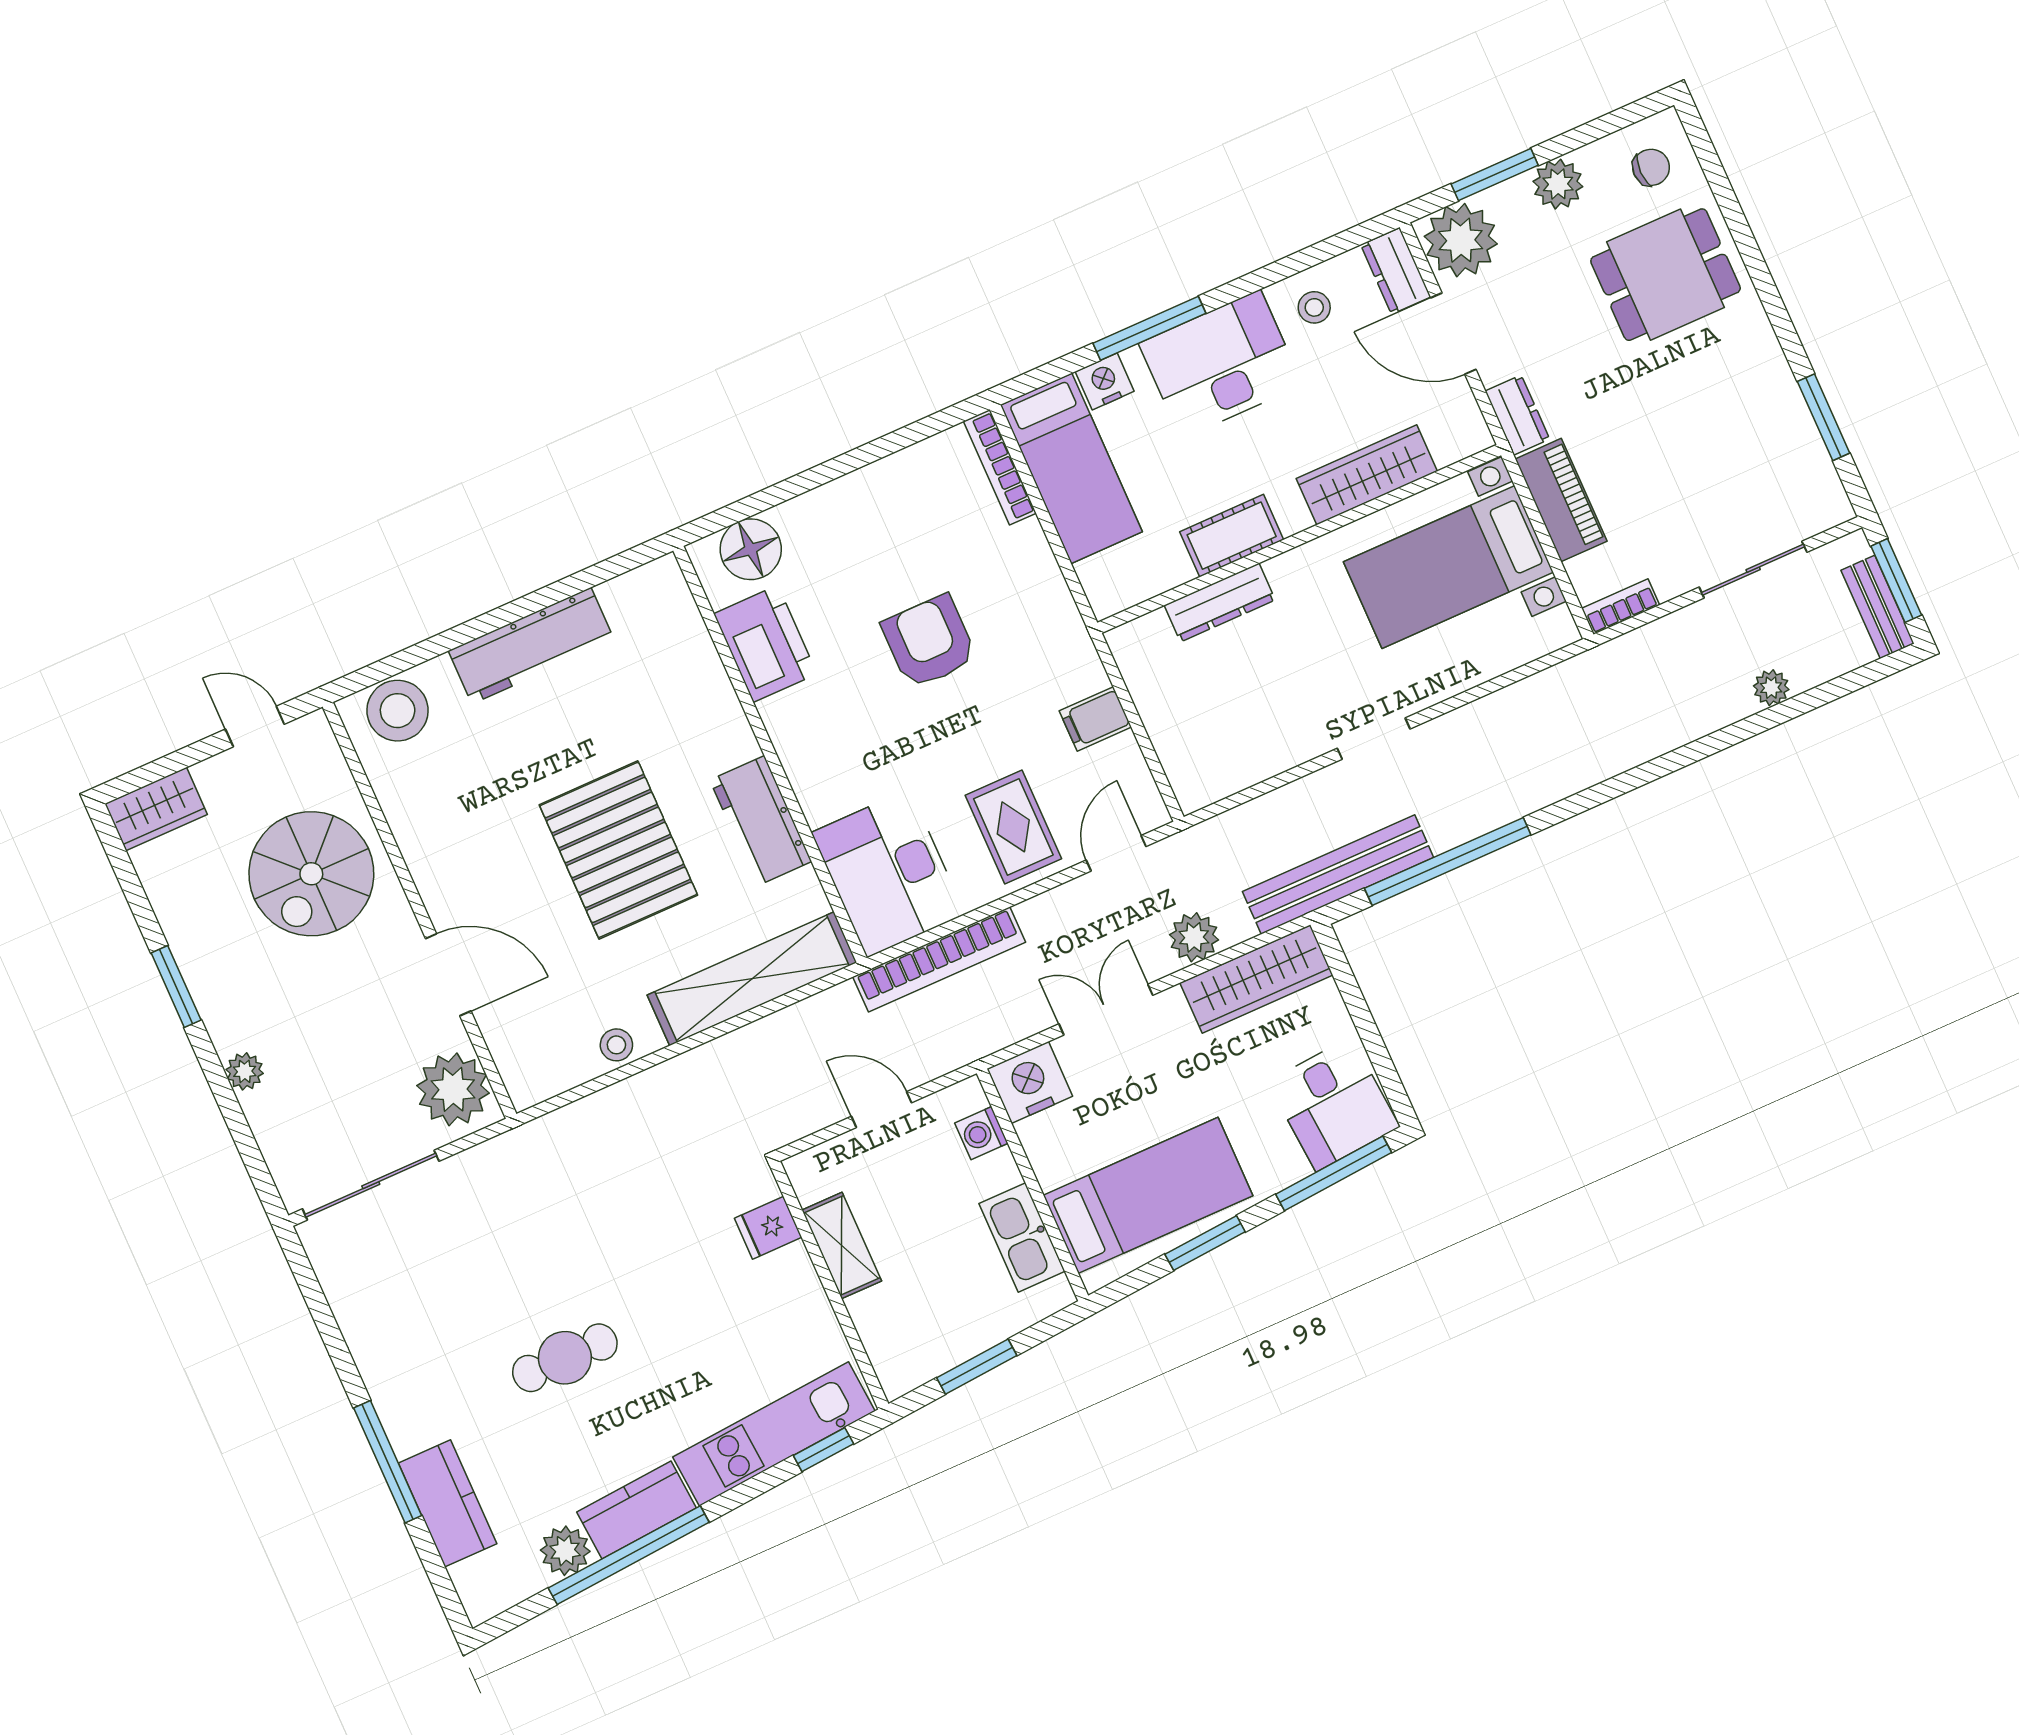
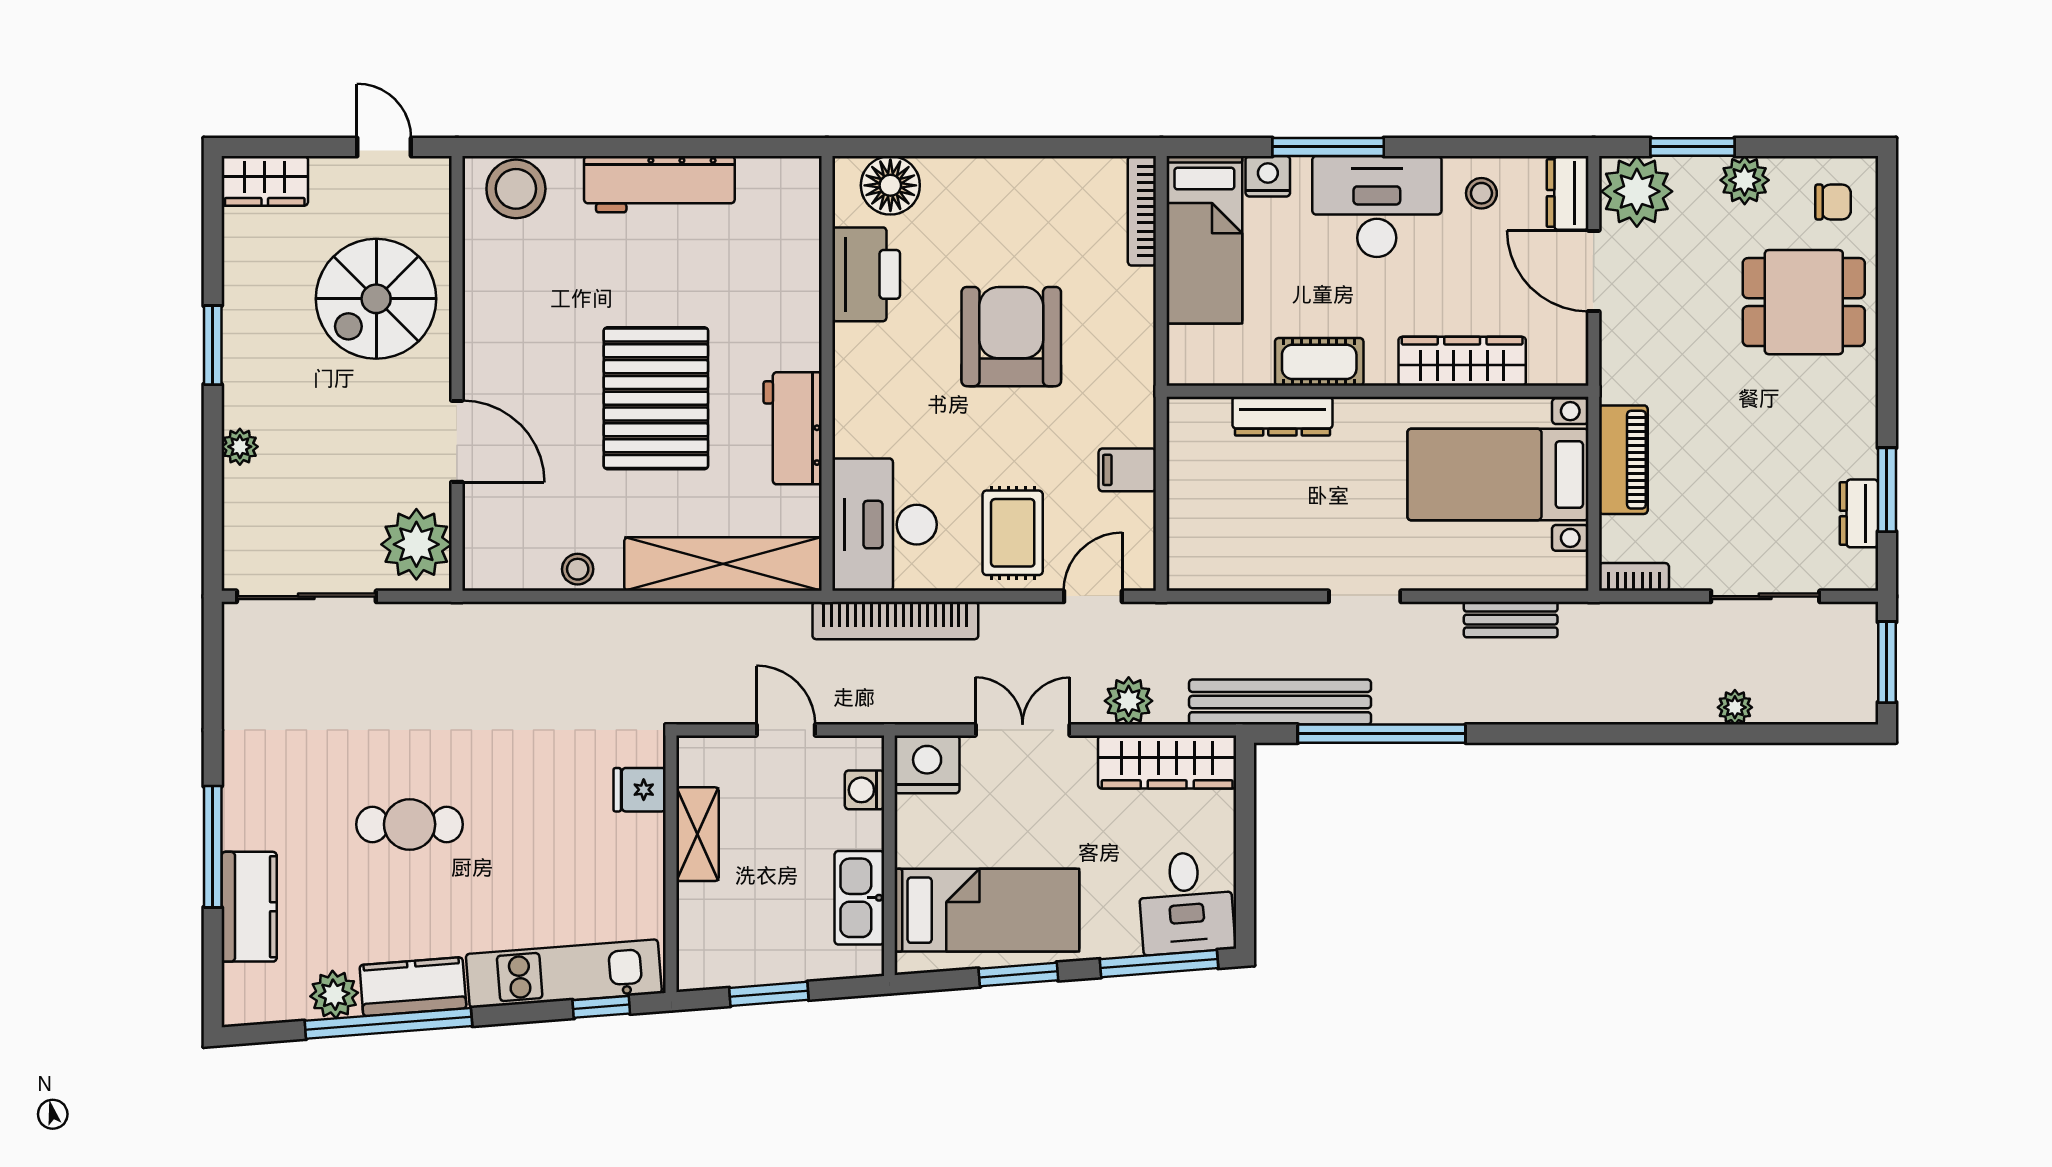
dresser: (1517, 415) -> (1859, 513), moved, turned 180
bench: (1878, 607) -> (1511, 620), moved, turned 90
armchair: (929, 642) -> (1011, 337), width x1.36, depth x1.36

